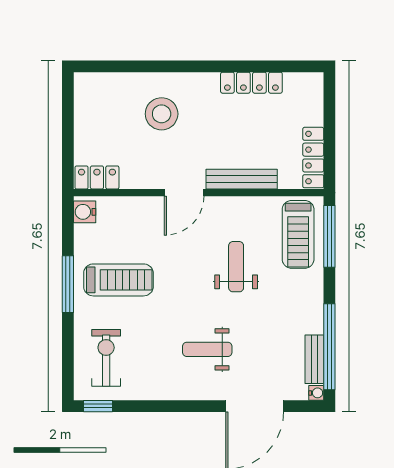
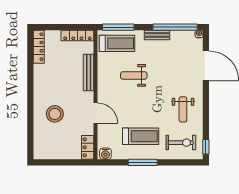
locker: (251, 83) -> (39, 47), moved
door: (184, 193) -> (96, 113), moved
treadmill: (118, 280) -> (141, 136), turned 90
weight bench: (207, 349) -> (183, 109), moved
exercise bike: (106, 358) -> (181, 143), turned 180
bench: (314, 359) -> (157, 35), moved

